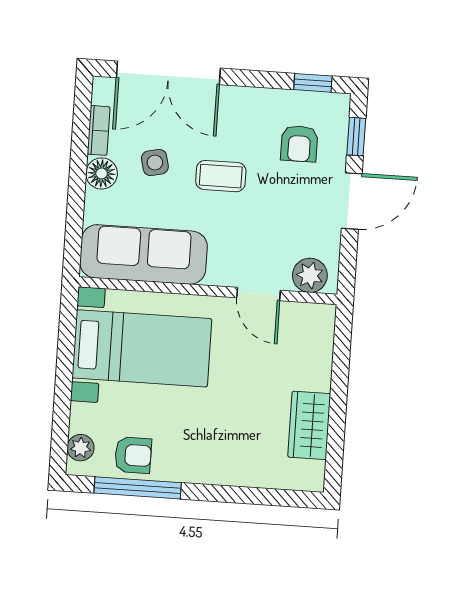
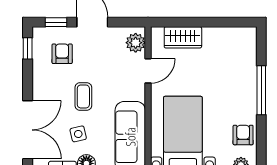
armchair: (299, 144) -> (62, 54), turned -90
wardrobe: (309, 425) -> (183, 37), moved
window: (138, 488) -> (261, 90), moved

